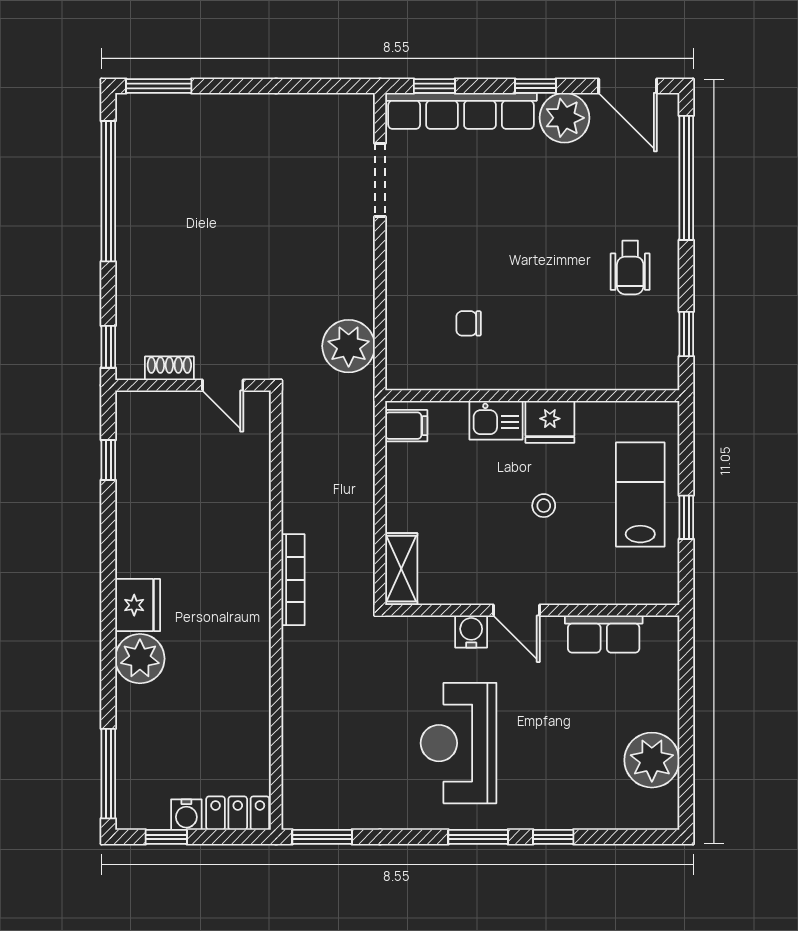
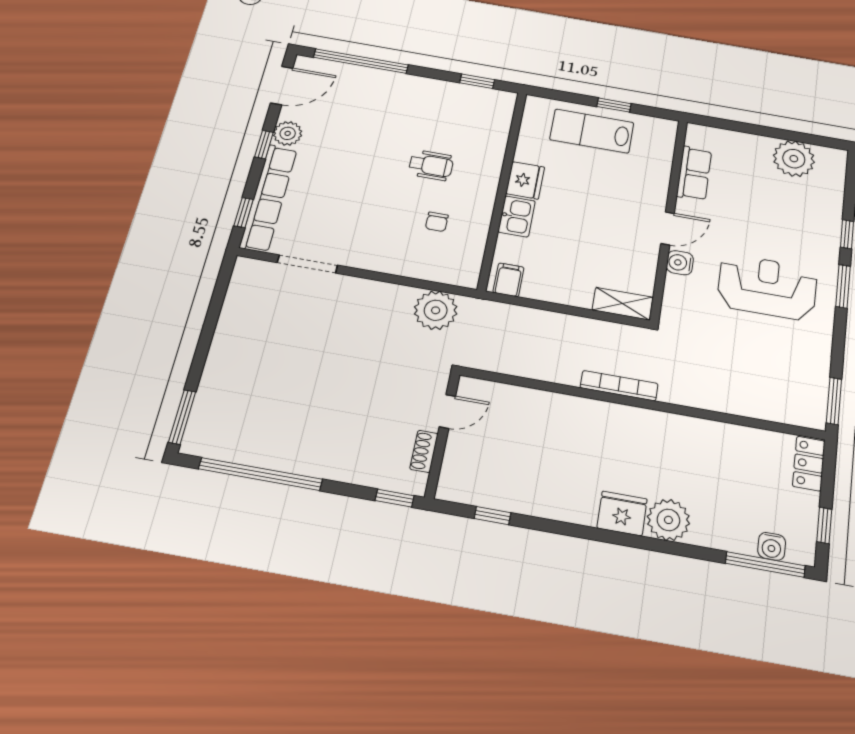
plant: (564, 118) -> (288, 133), width x0.73, depth x0.73
wheelchair: (630, 267) -> (431, 165), moved
stool: (544, 506) -> (589, 196), removed
reception desk: (459, 743) -> (767, 287), turned 180
water cooler: (186, 815) -> (772, 546), moved, turned 90

